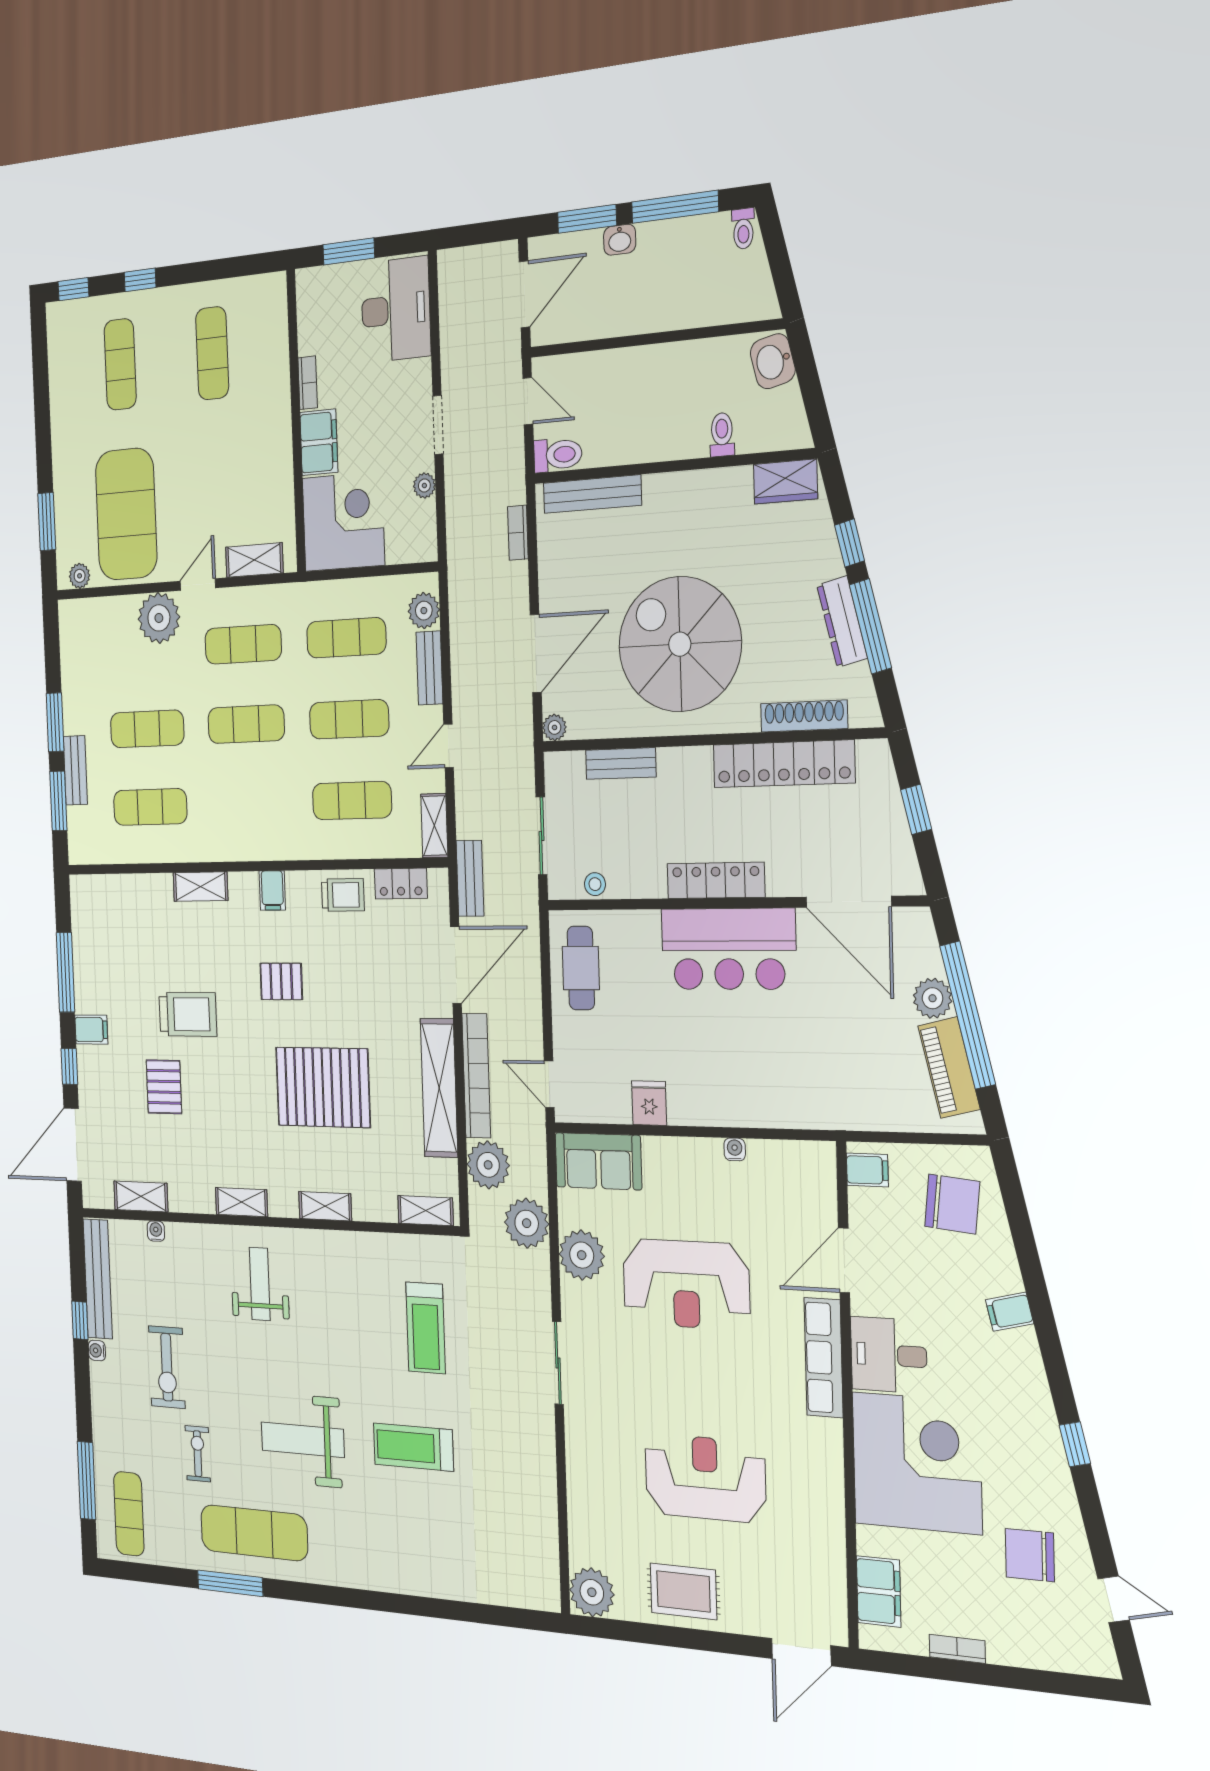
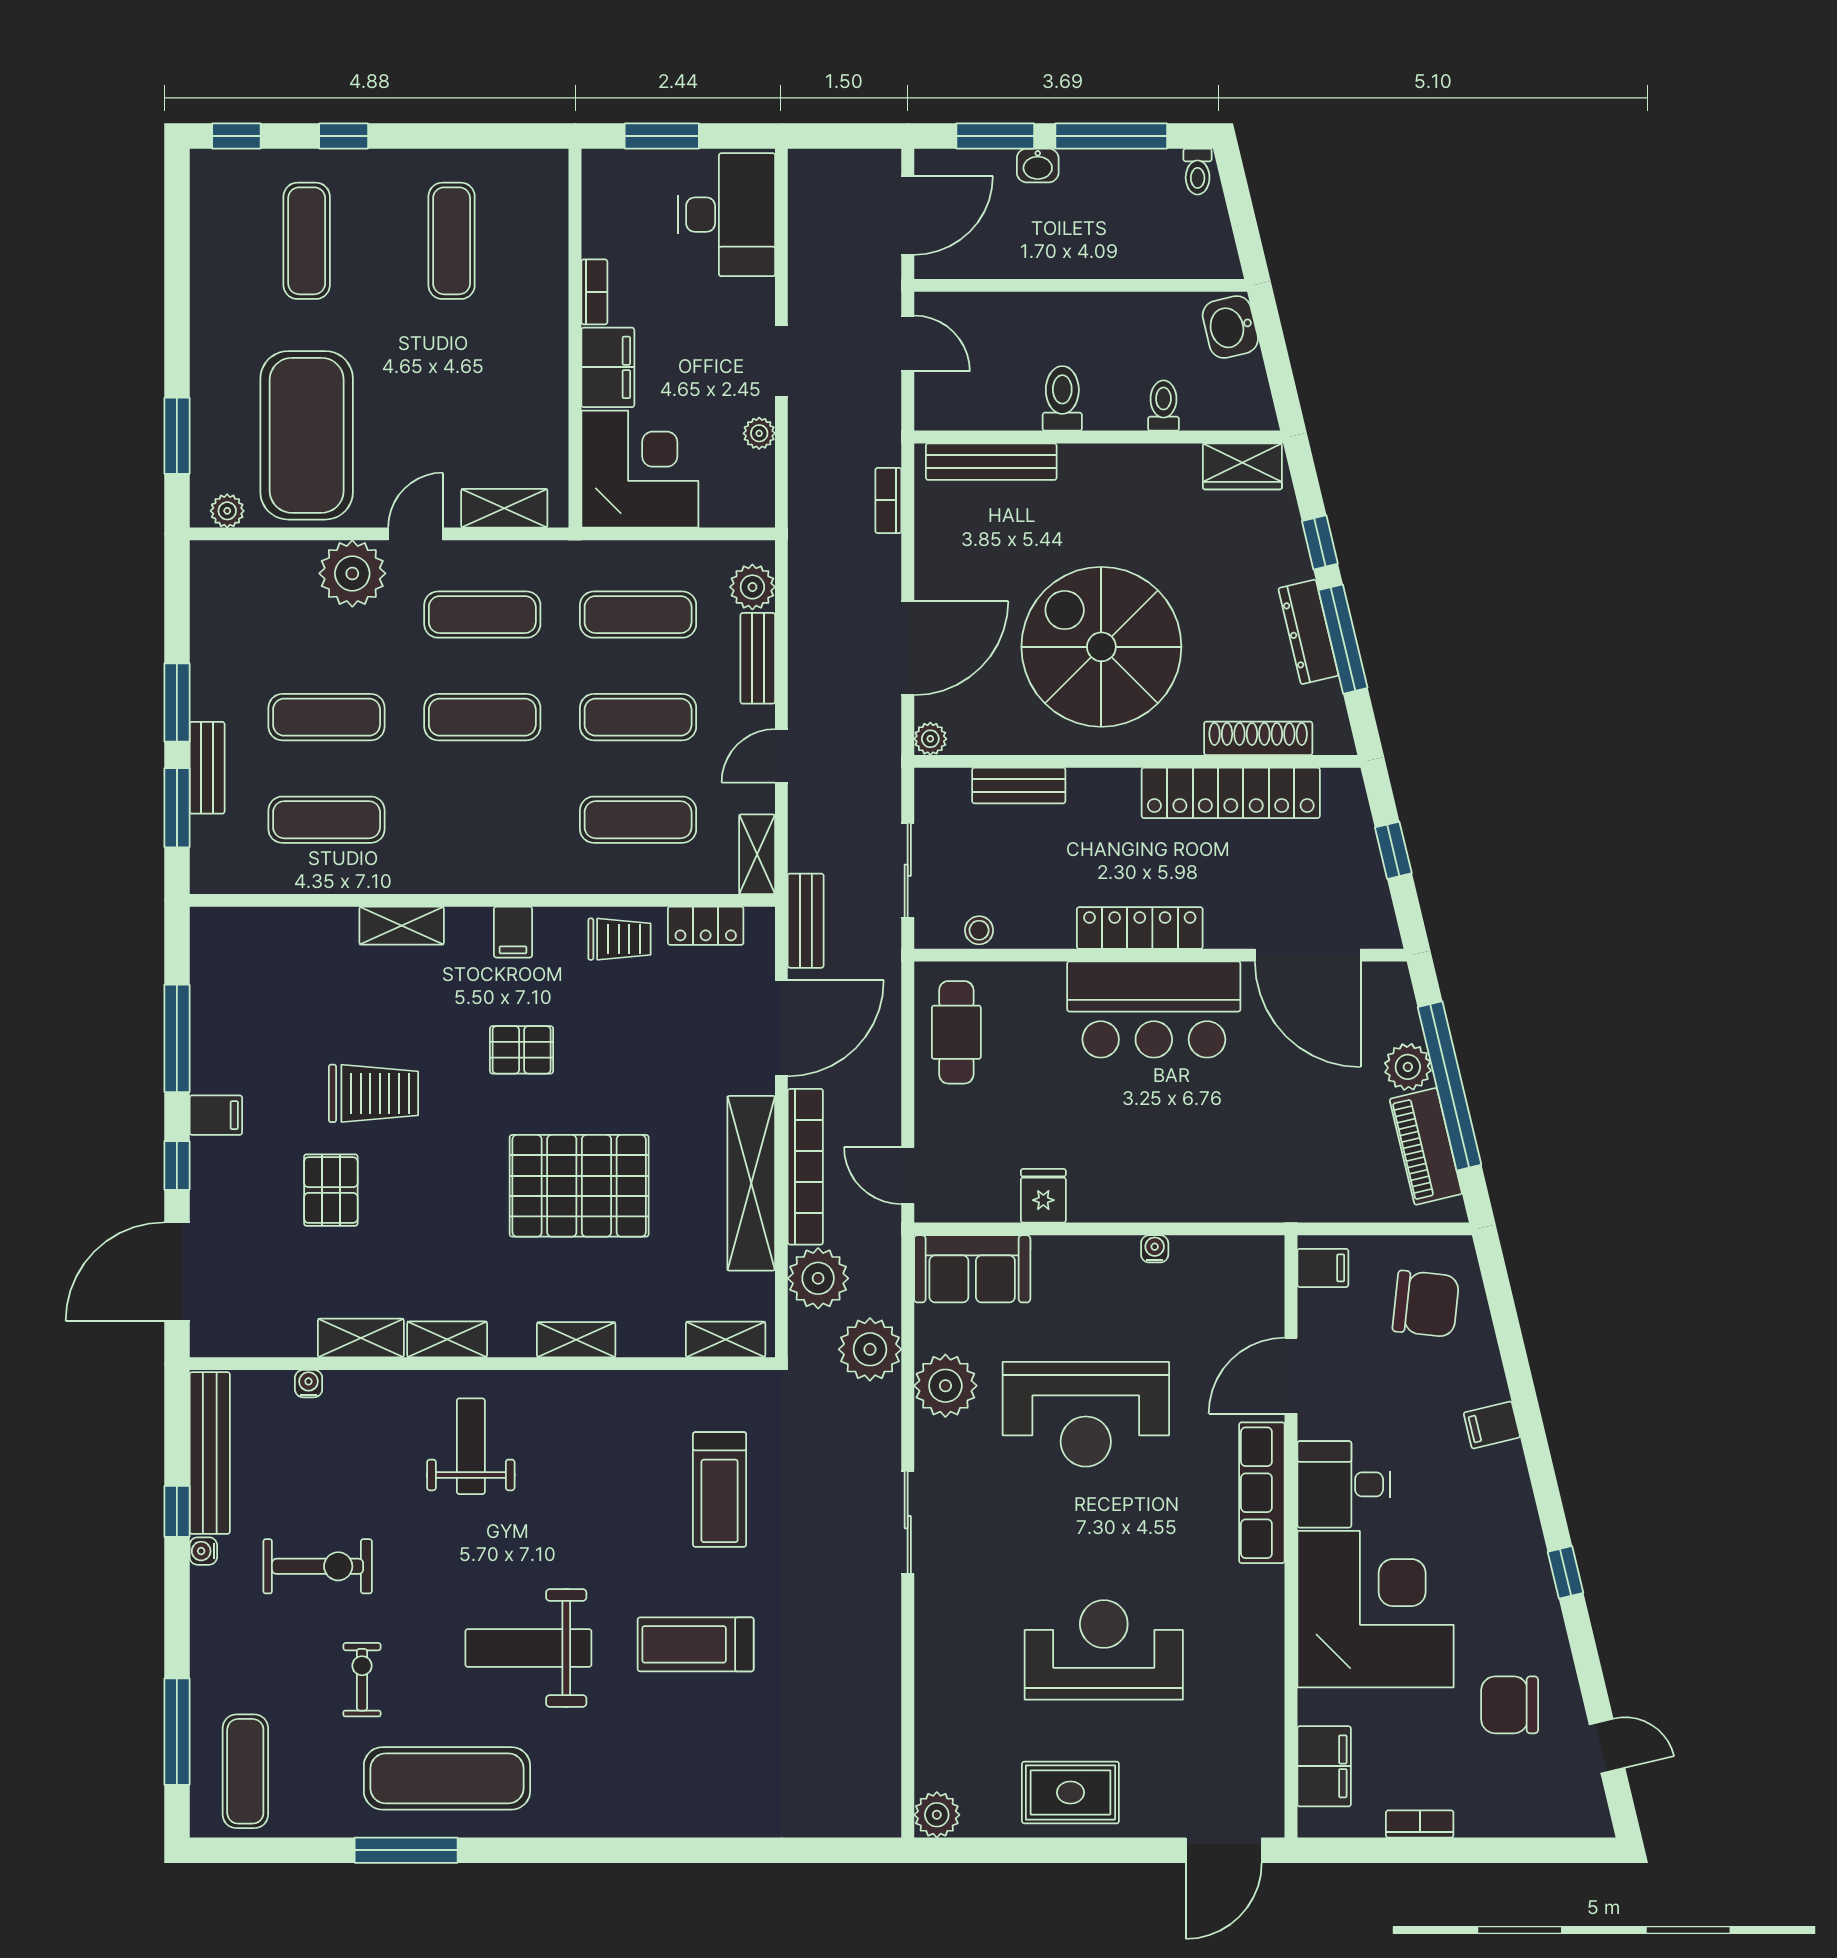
toilet: (558, 455) -> (1062, 398), moved, turned -90
shelving: (141, 1196) -> (361, 1338), moved
exercise bike: (167, 1367) -> (318, 1566), turned -90
plant: (592, 1592) -> (937, 1815), width x0.73, depth x0.73

